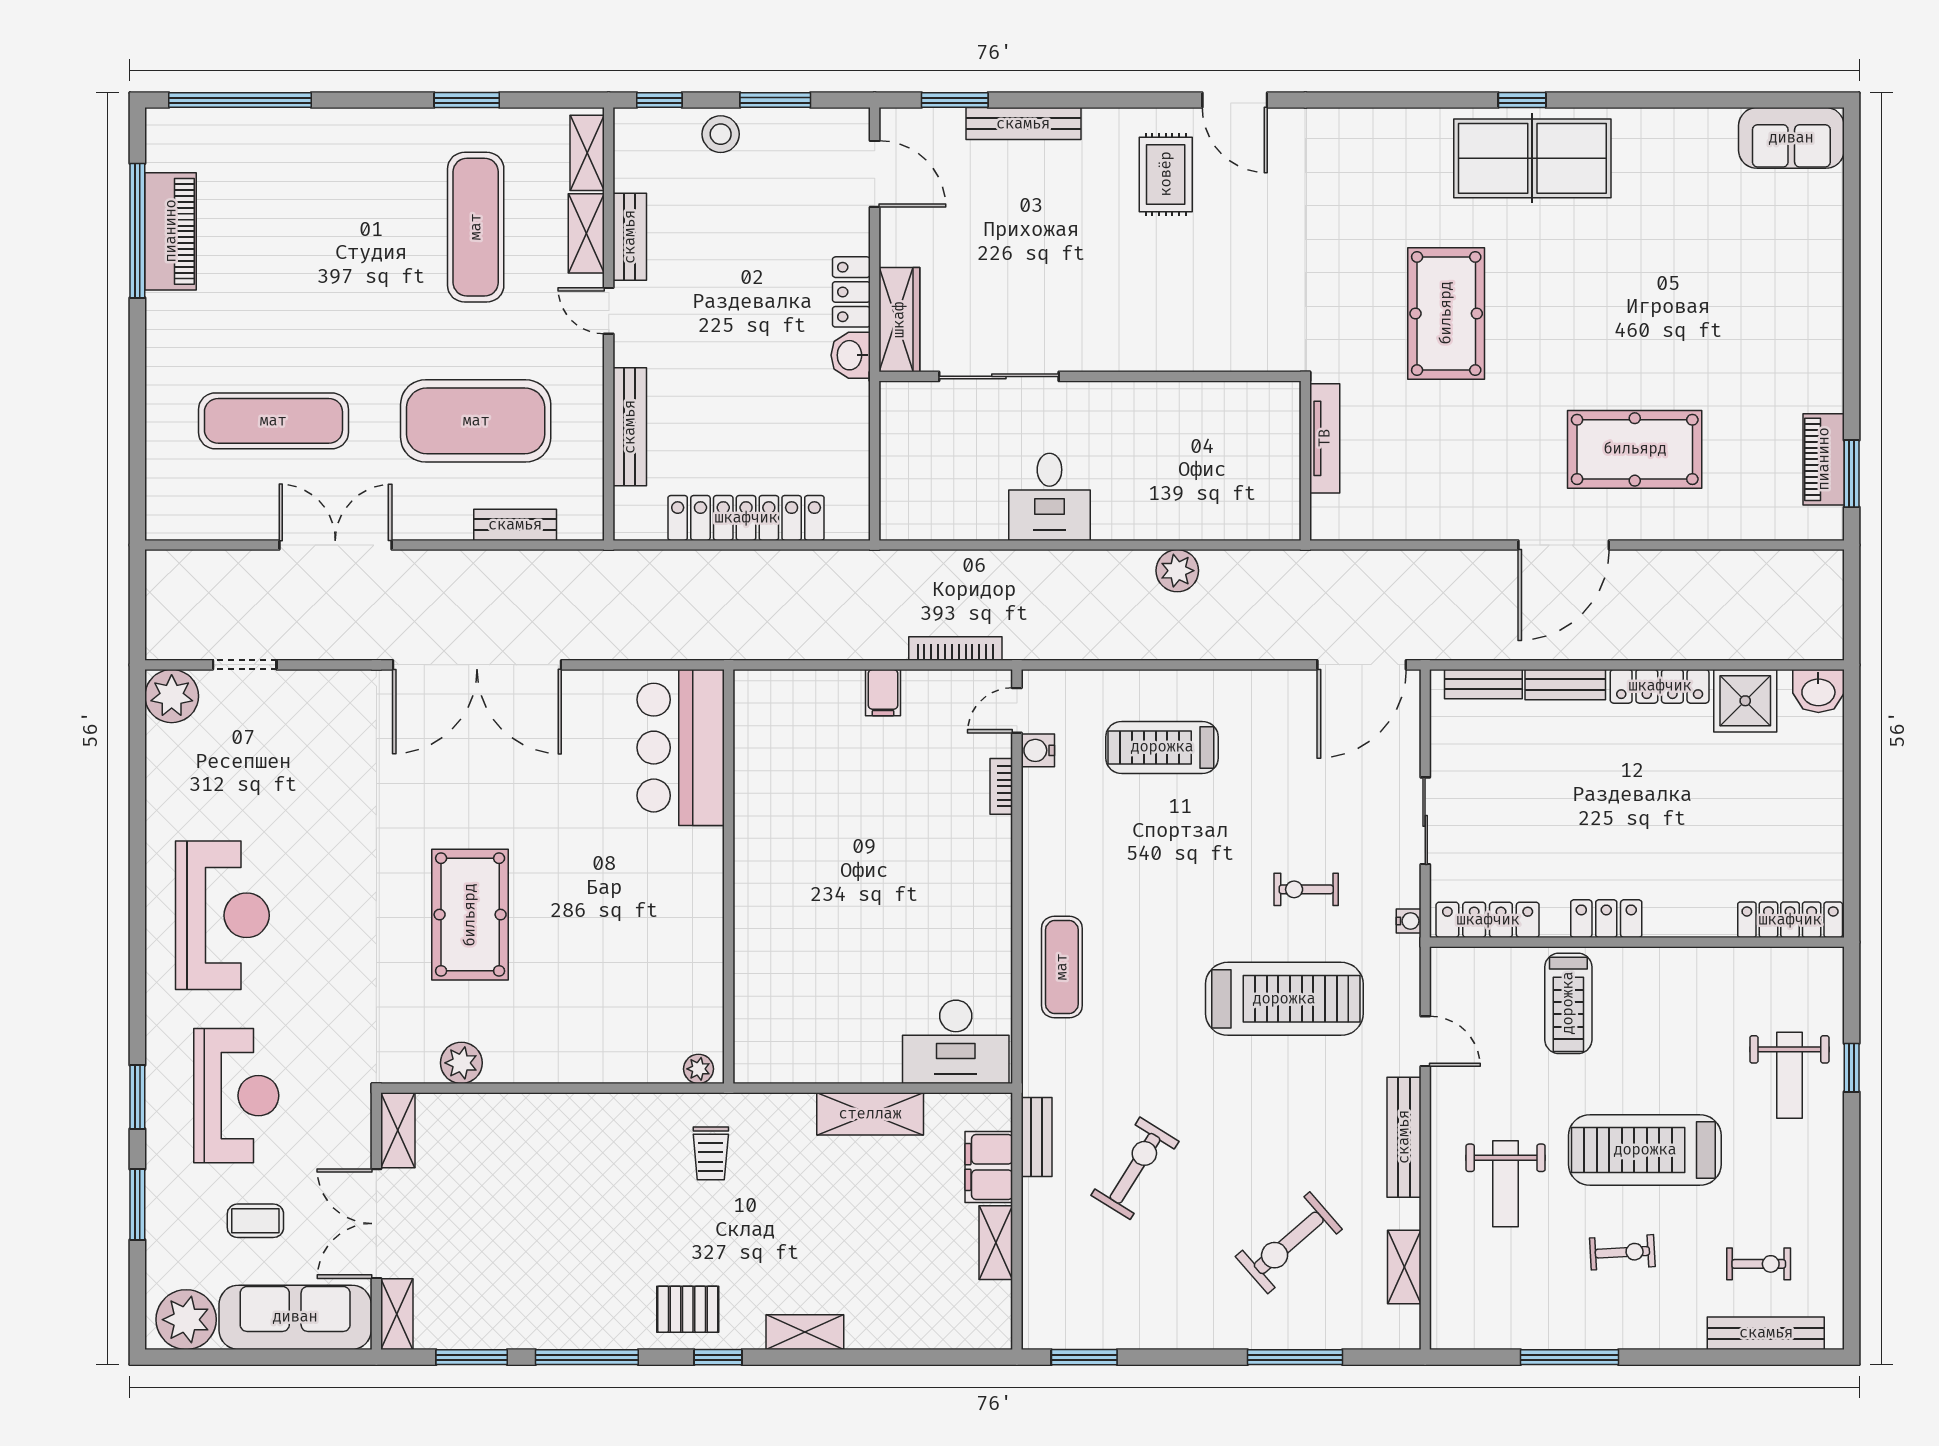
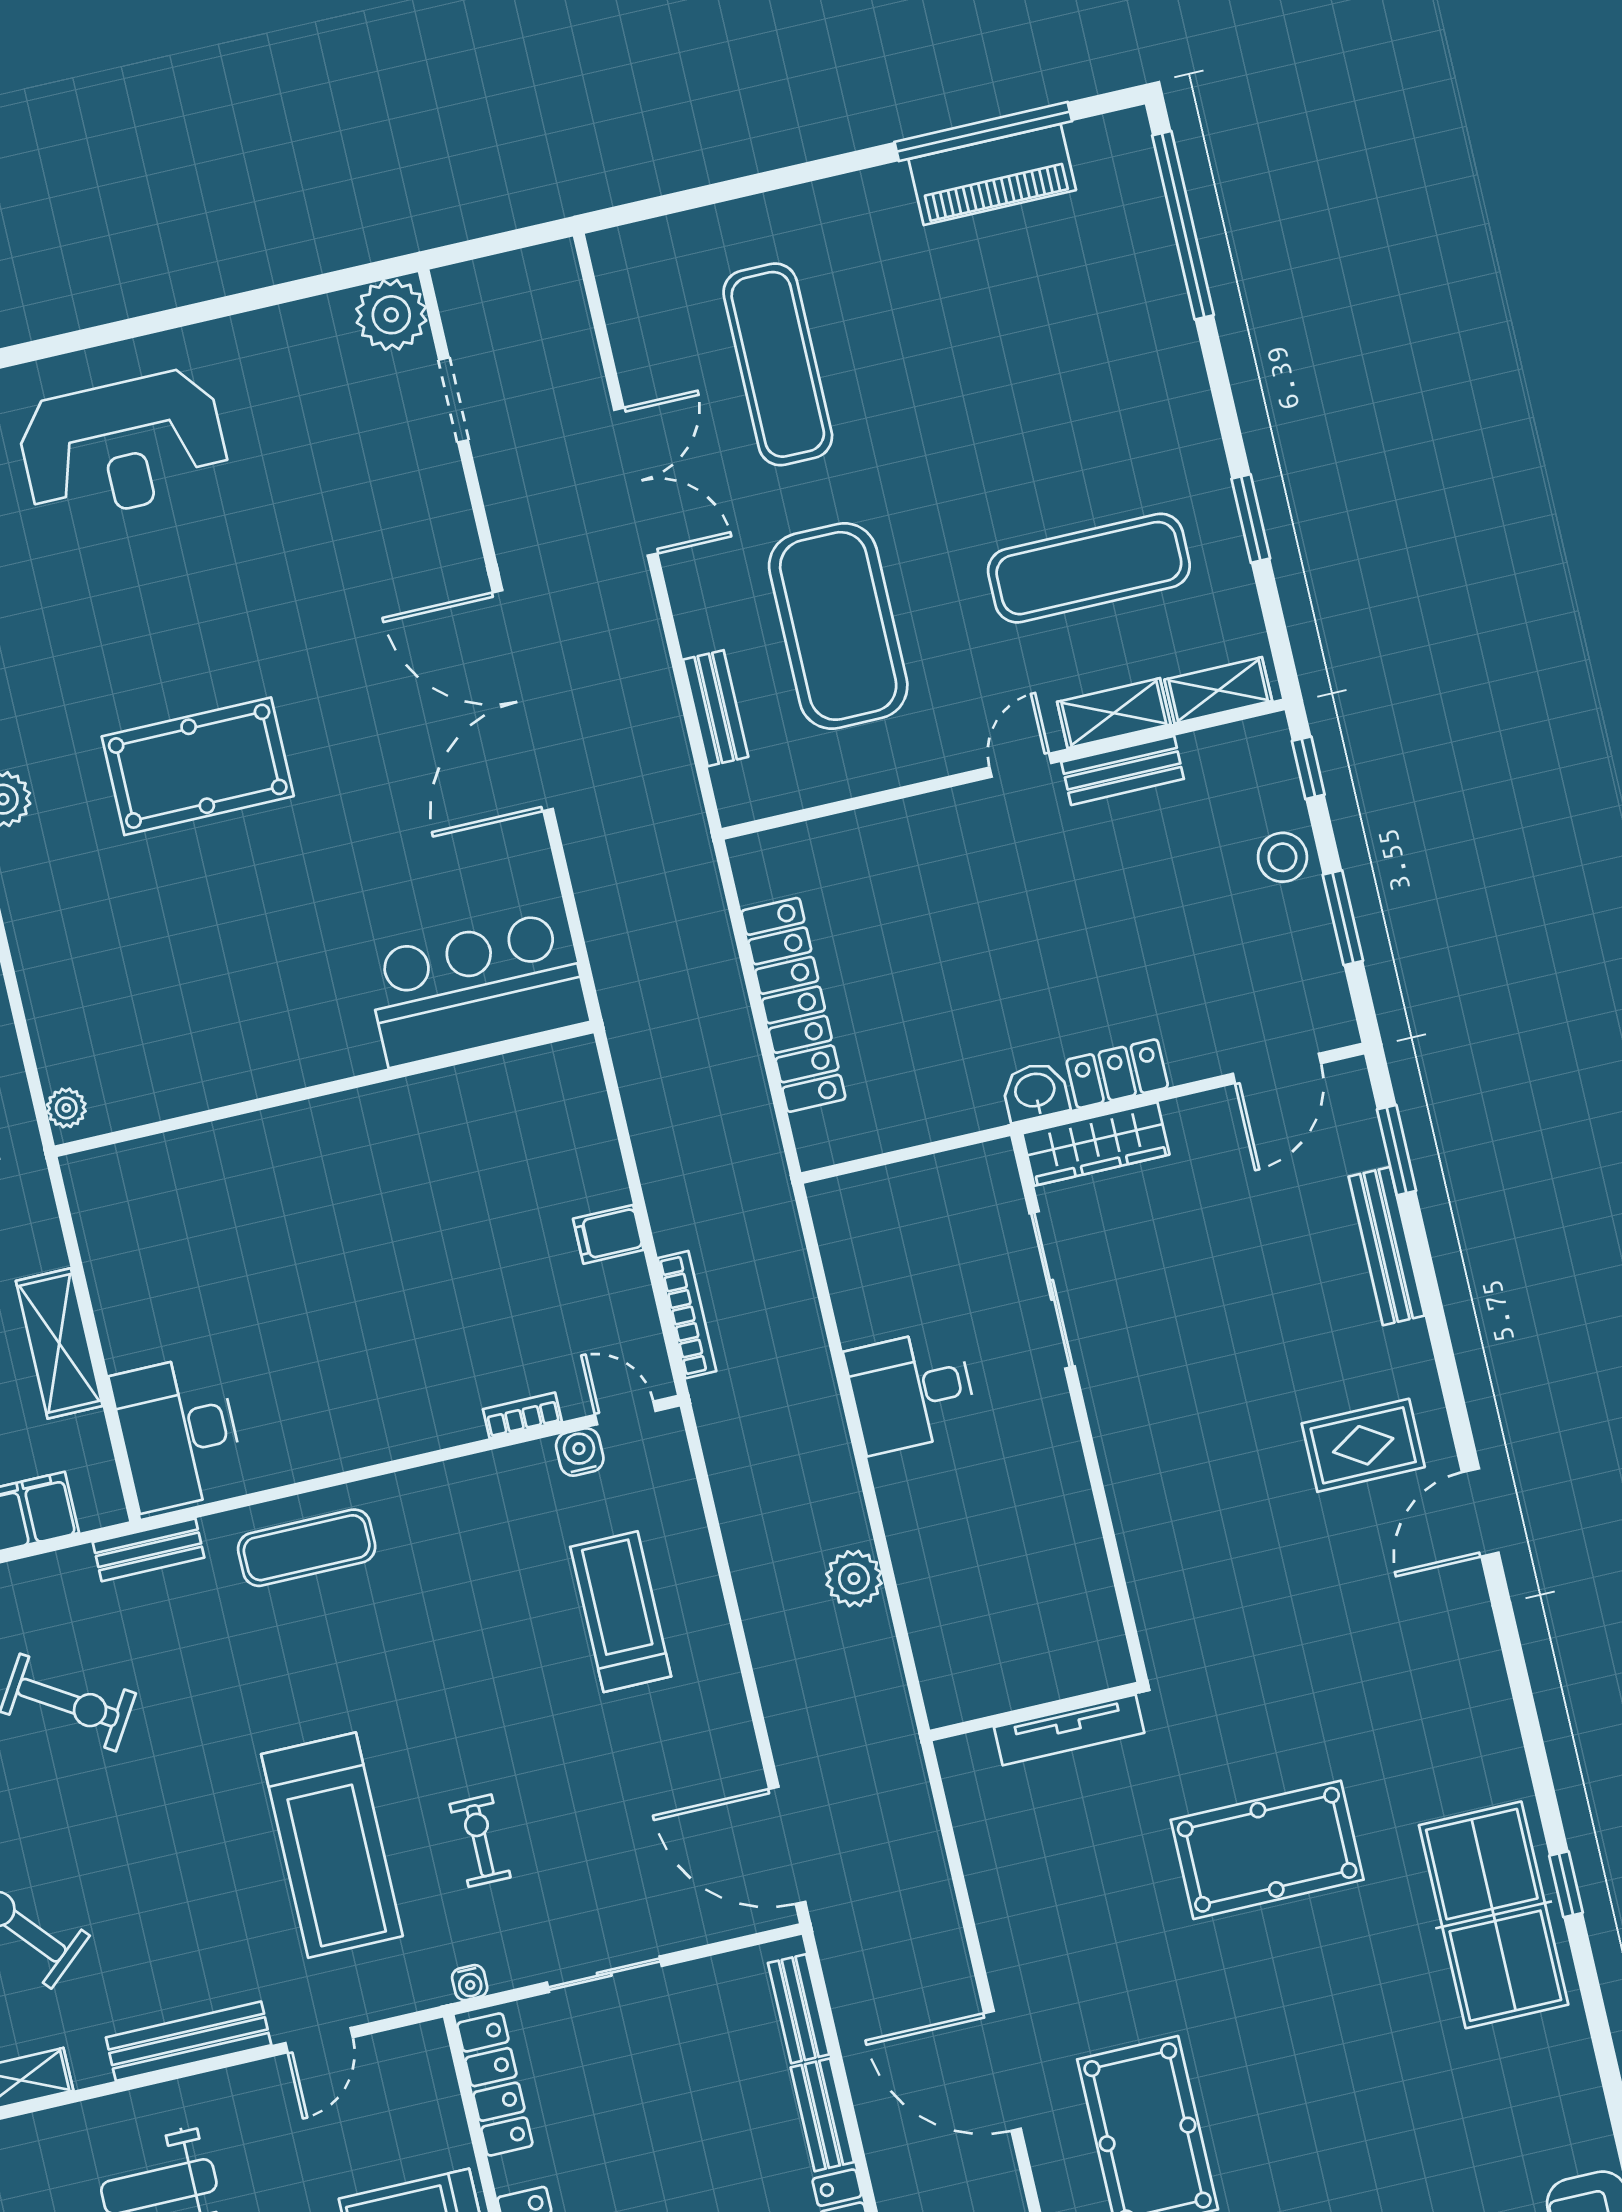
bench: (630, 427) -> (877, 827), removed
bench: (1037, 1137) -> (149, 1550), moved

